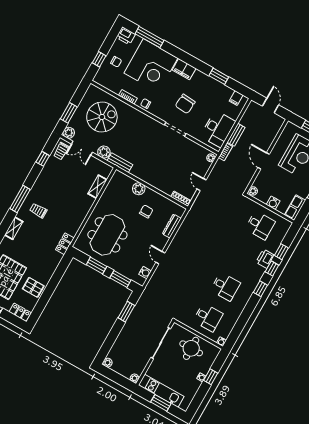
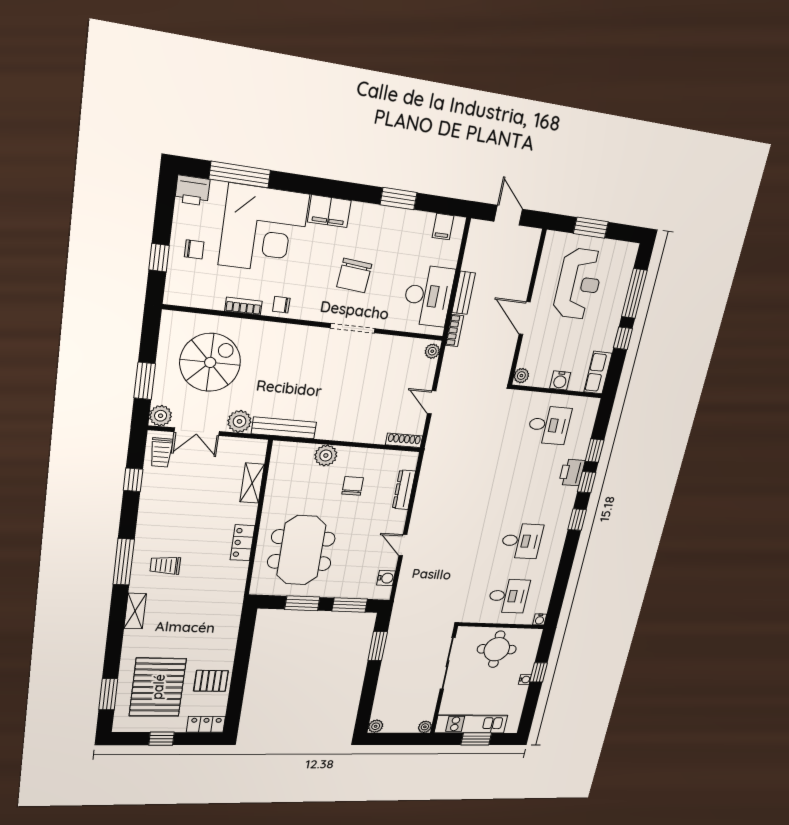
bench: (120, 163) -> (284, 428), width x1.36
locker: (65, 244) -> (243, 543), moved

